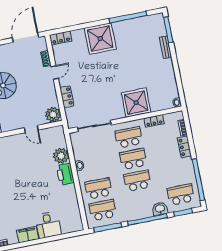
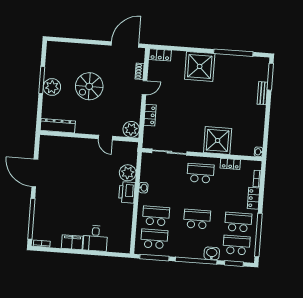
school desk: (133, 159) -> (238, 222), moved

